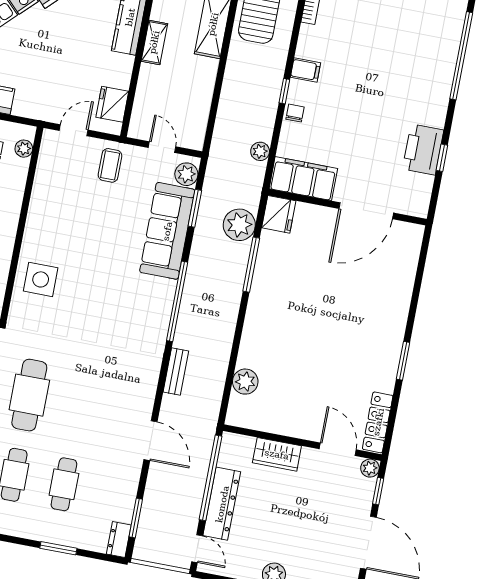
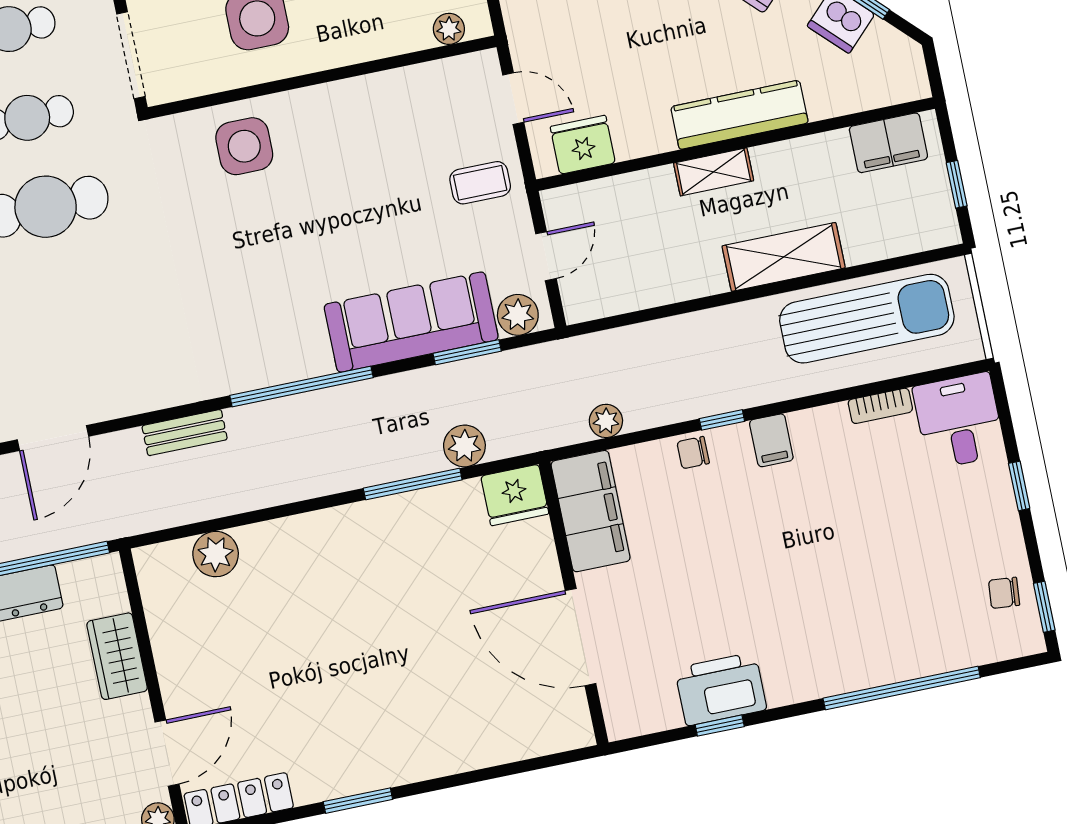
chair: (295, 113) -> (693, 453), turned 180
plant: (239, 225) -> (464, 446), width x0.73, depth x0.73

